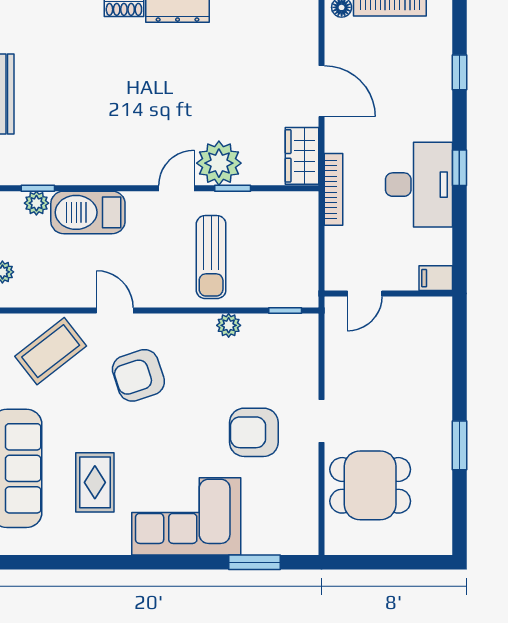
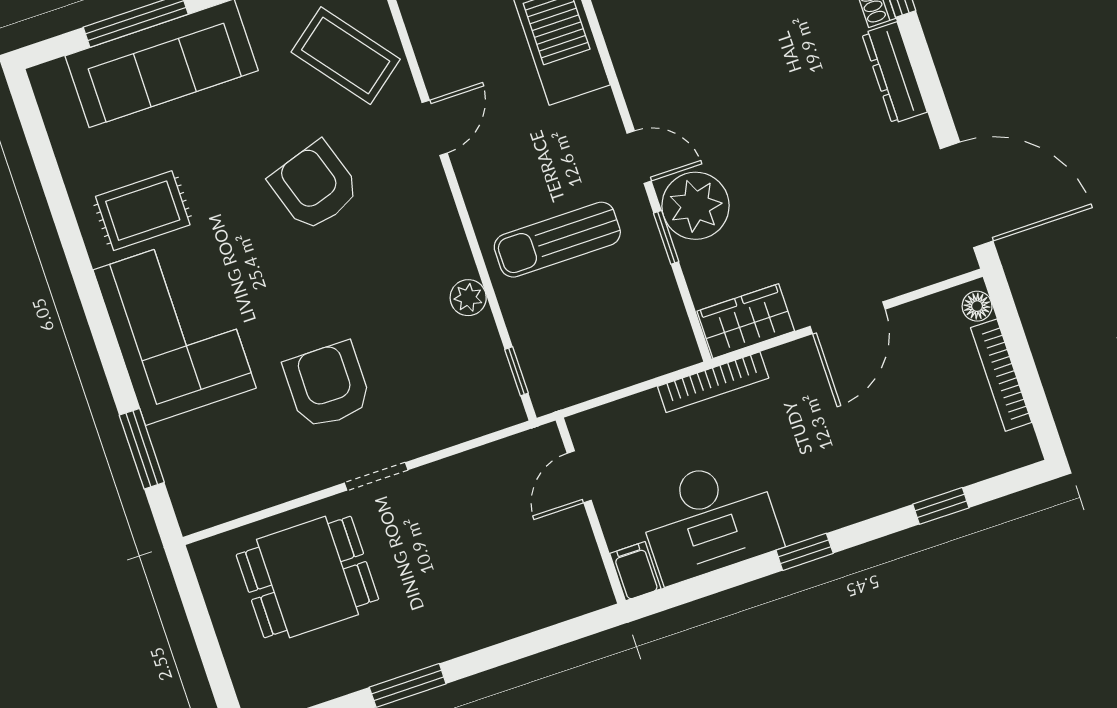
desk: (419, 185) -> (709, 520), moved
door: (365, 293) -> (579, 477), hinge flipped
armchair: (138, 375) -> (315, 186), moved
rug: (95, 482) -> (143, 211), moved
dining table: (370, 485) -> (307, 577), turned 90

